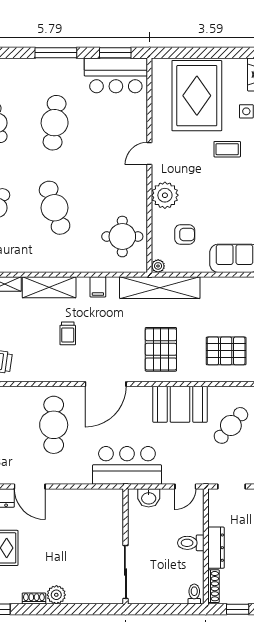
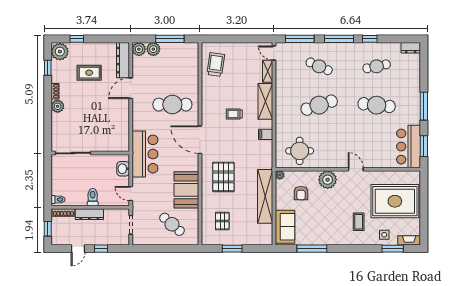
shelving: (160, 288) -> (265, 196), moved
pallet: (161, 349) -> (223, 177), turned 90
pallet: (226, 351) -> (222, 221), width x0.67, depth x0.71

